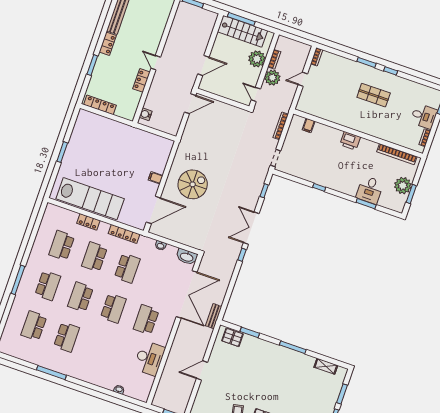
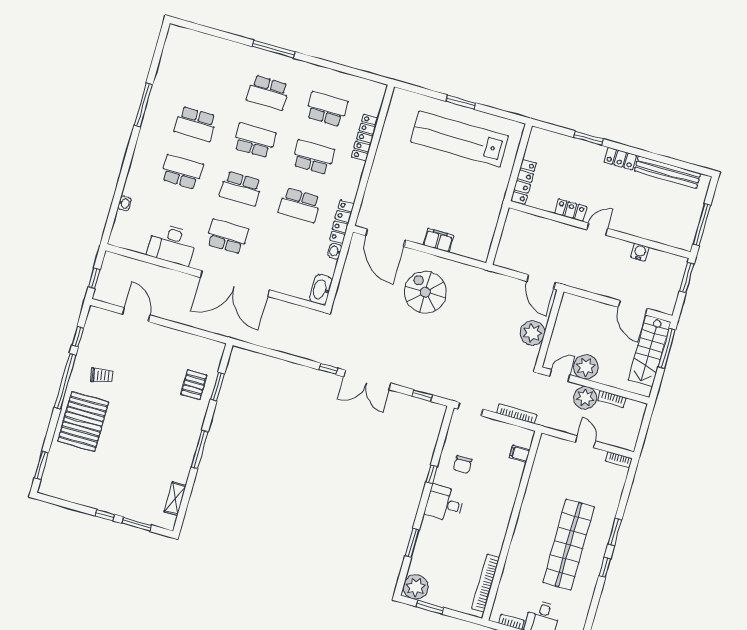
plant: (257, 59) -> (586, 367), moved
door: (203, 66) -> (633, 308), moved
shop shelf: (374, 95) -> (569, 545), width x2.00, depth x1.36
locker: (100, 105) -> (524, 182), moved
plant: (225, 112) -> (532, 333), added
water cooler: (146, 114) -> (640, 252), moved
printer: (350, 141) -> (501, 515), removed
chair: (314, 165) -> (463, 465), added
filing cabinet: (156, 178) -> (438, 240), width x2.00
spiral stairs: (193, 184) -> (425, 292), turned 180
plant: (403, 186) -> (416, 587), moved
desk: (370, 190) -> (444, 504), moved
lab bench: (90, 199) -> (459, 139), moved, turned 90
locker: (88, 222) -> (365, 138), width x1.53
double door: (251, 228) -> (367, 380), swing flipped
locker: (124, 234) -> (342, 222), moved
double door: (187, 294) -> (235, 284), moved
bench: (214, 316) -> (238, 333), removed
school desk: (34, 326) -> (182, 172), moved
pallet: (232, 337) -> (194, 385), moved
door: (202, 370) -> (136, 315), moved

